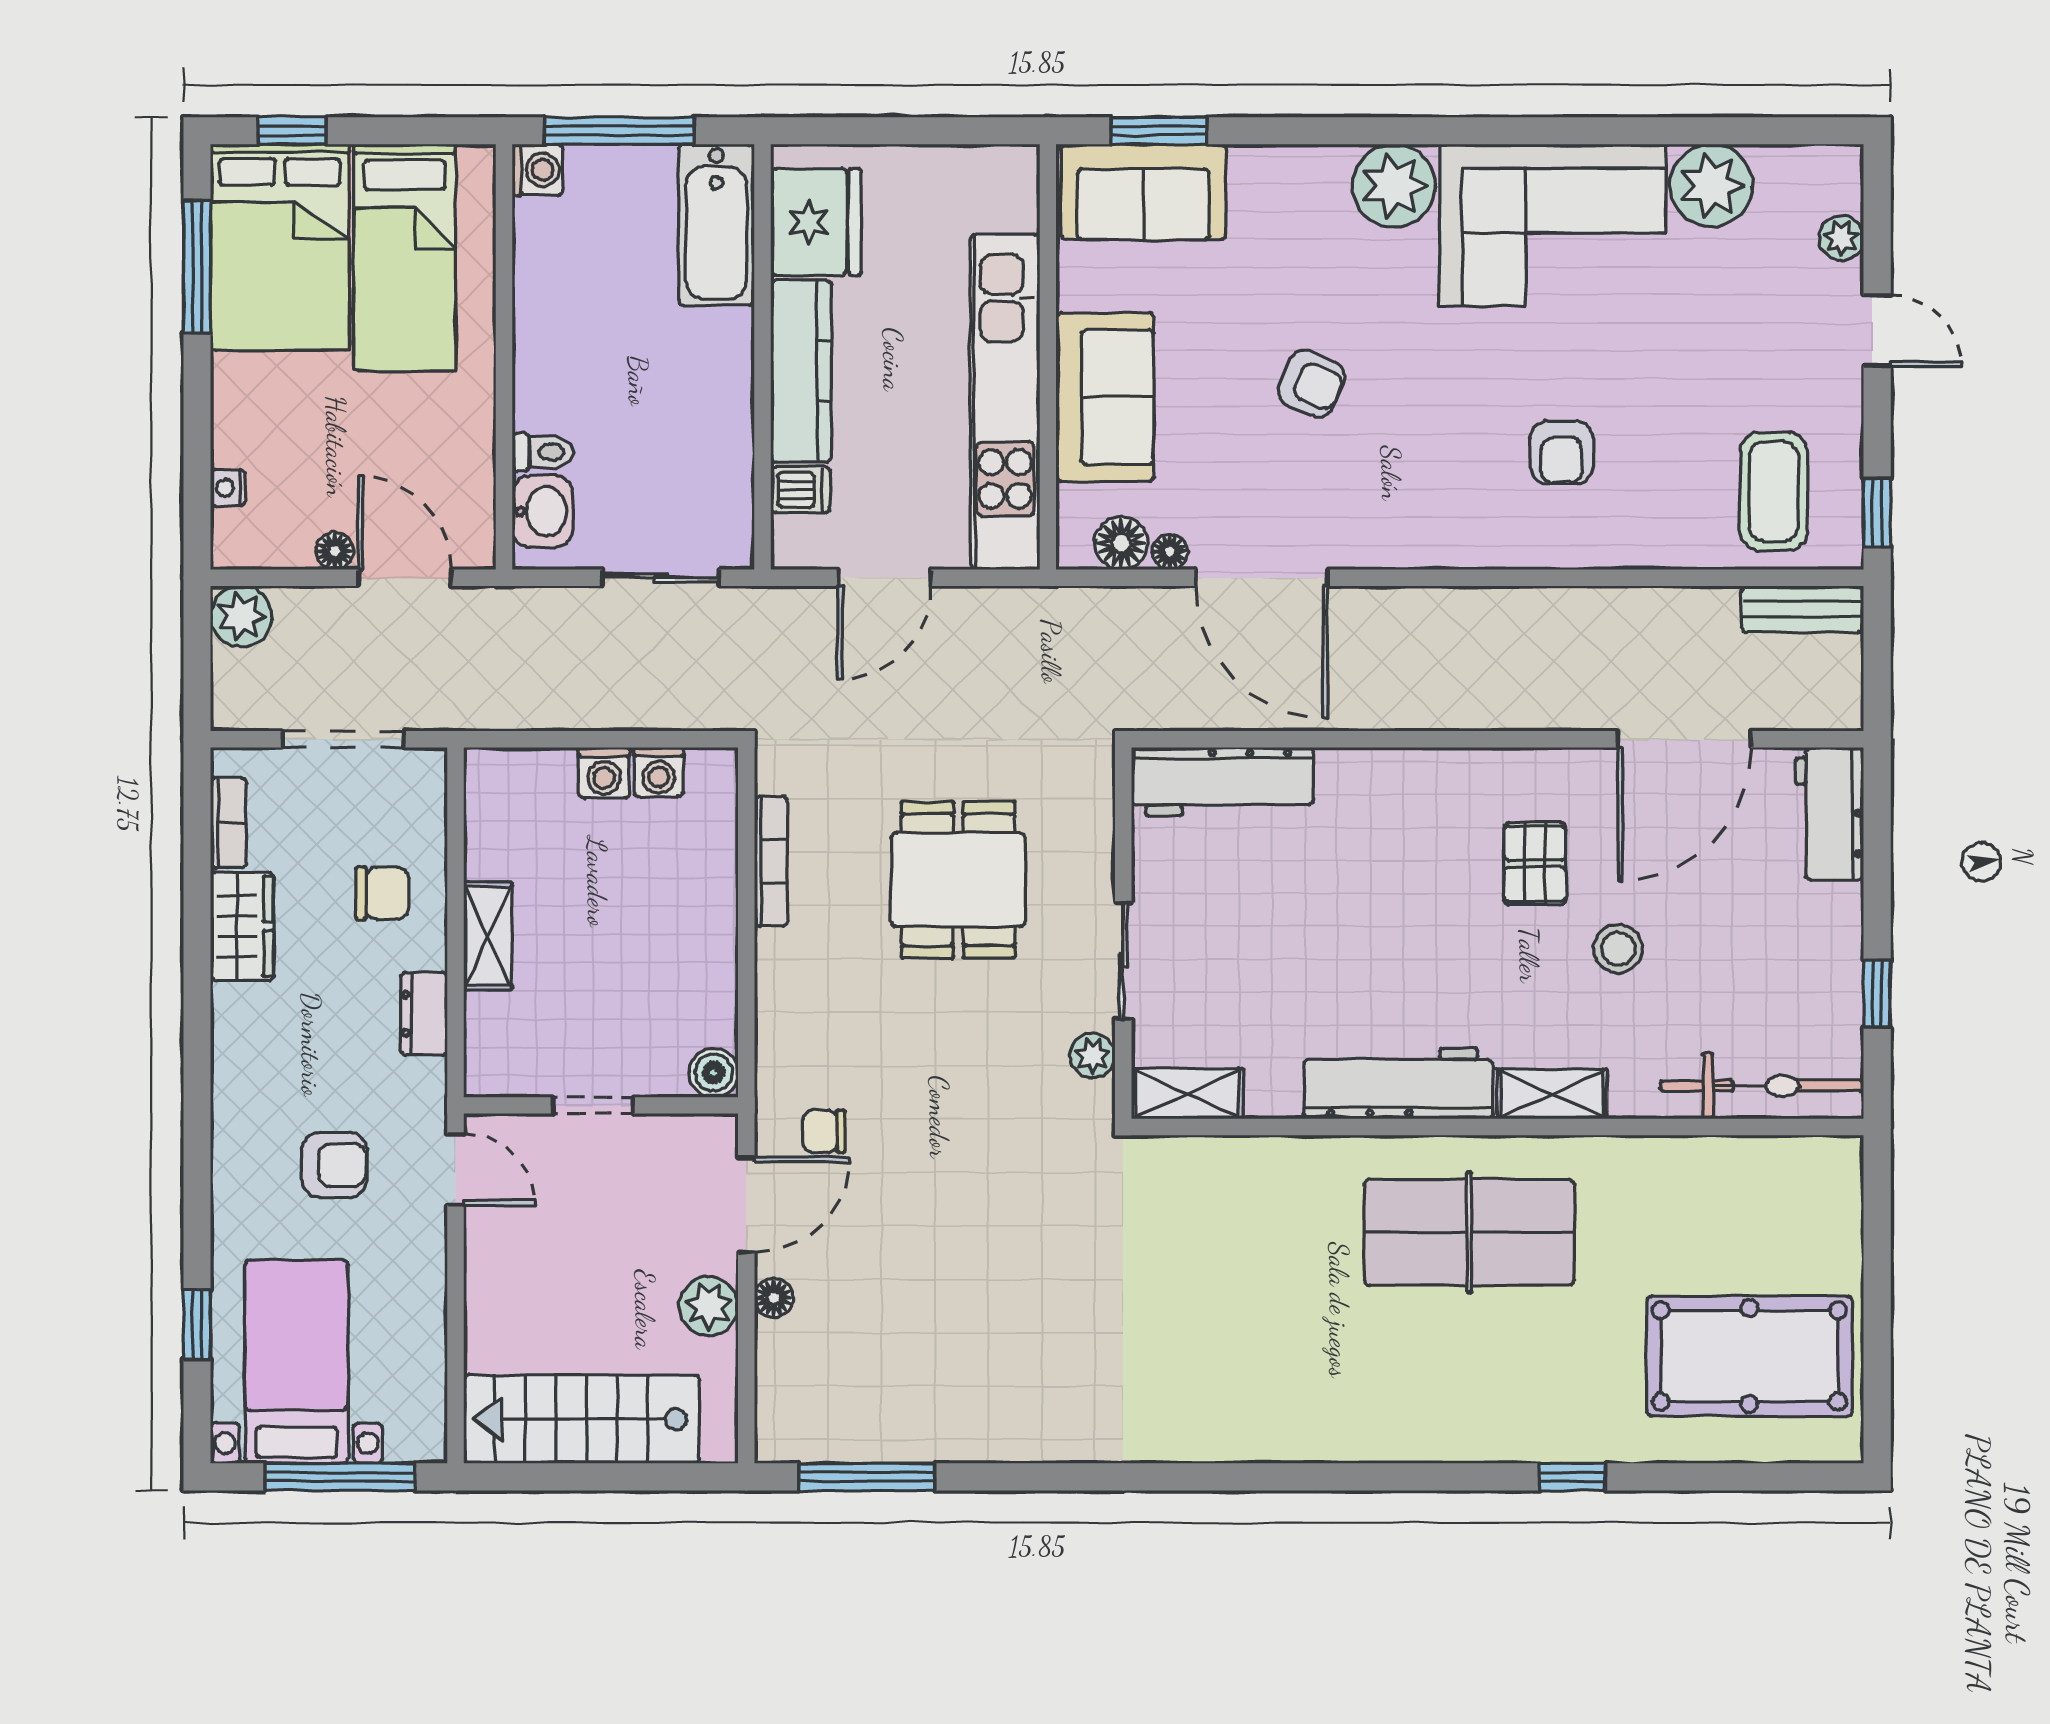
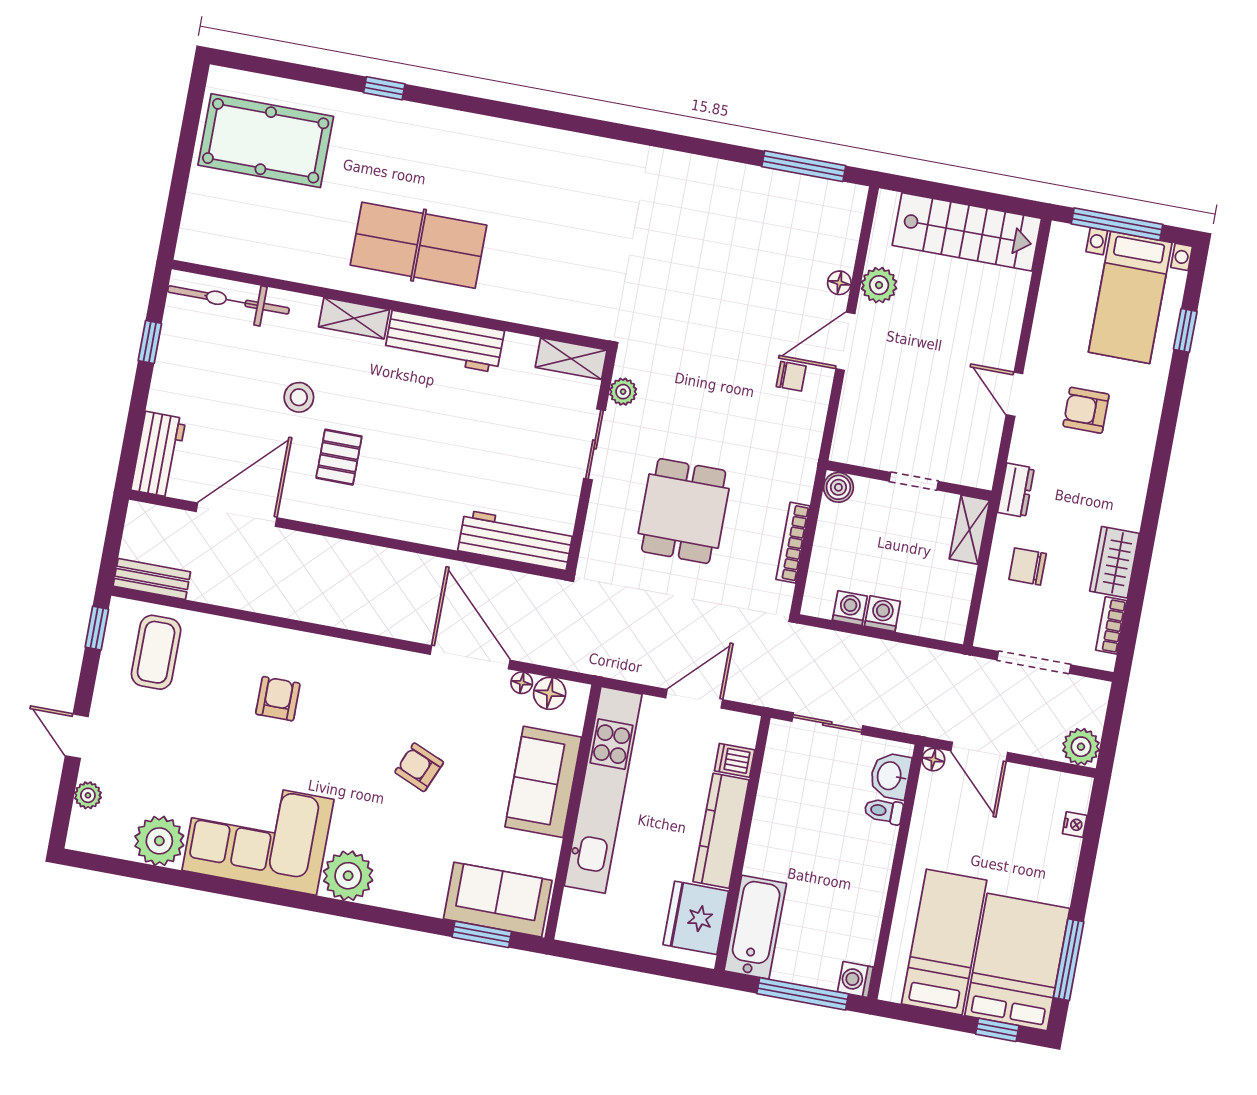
floor lamp: (335, 551) -> (933, 760), moved
boiler: (714, 1073) -> (838, 487), moved
doorway: (593, 1105) -> (914, 481), moved
wall: (601, 1105) -> (909, 480), moved

